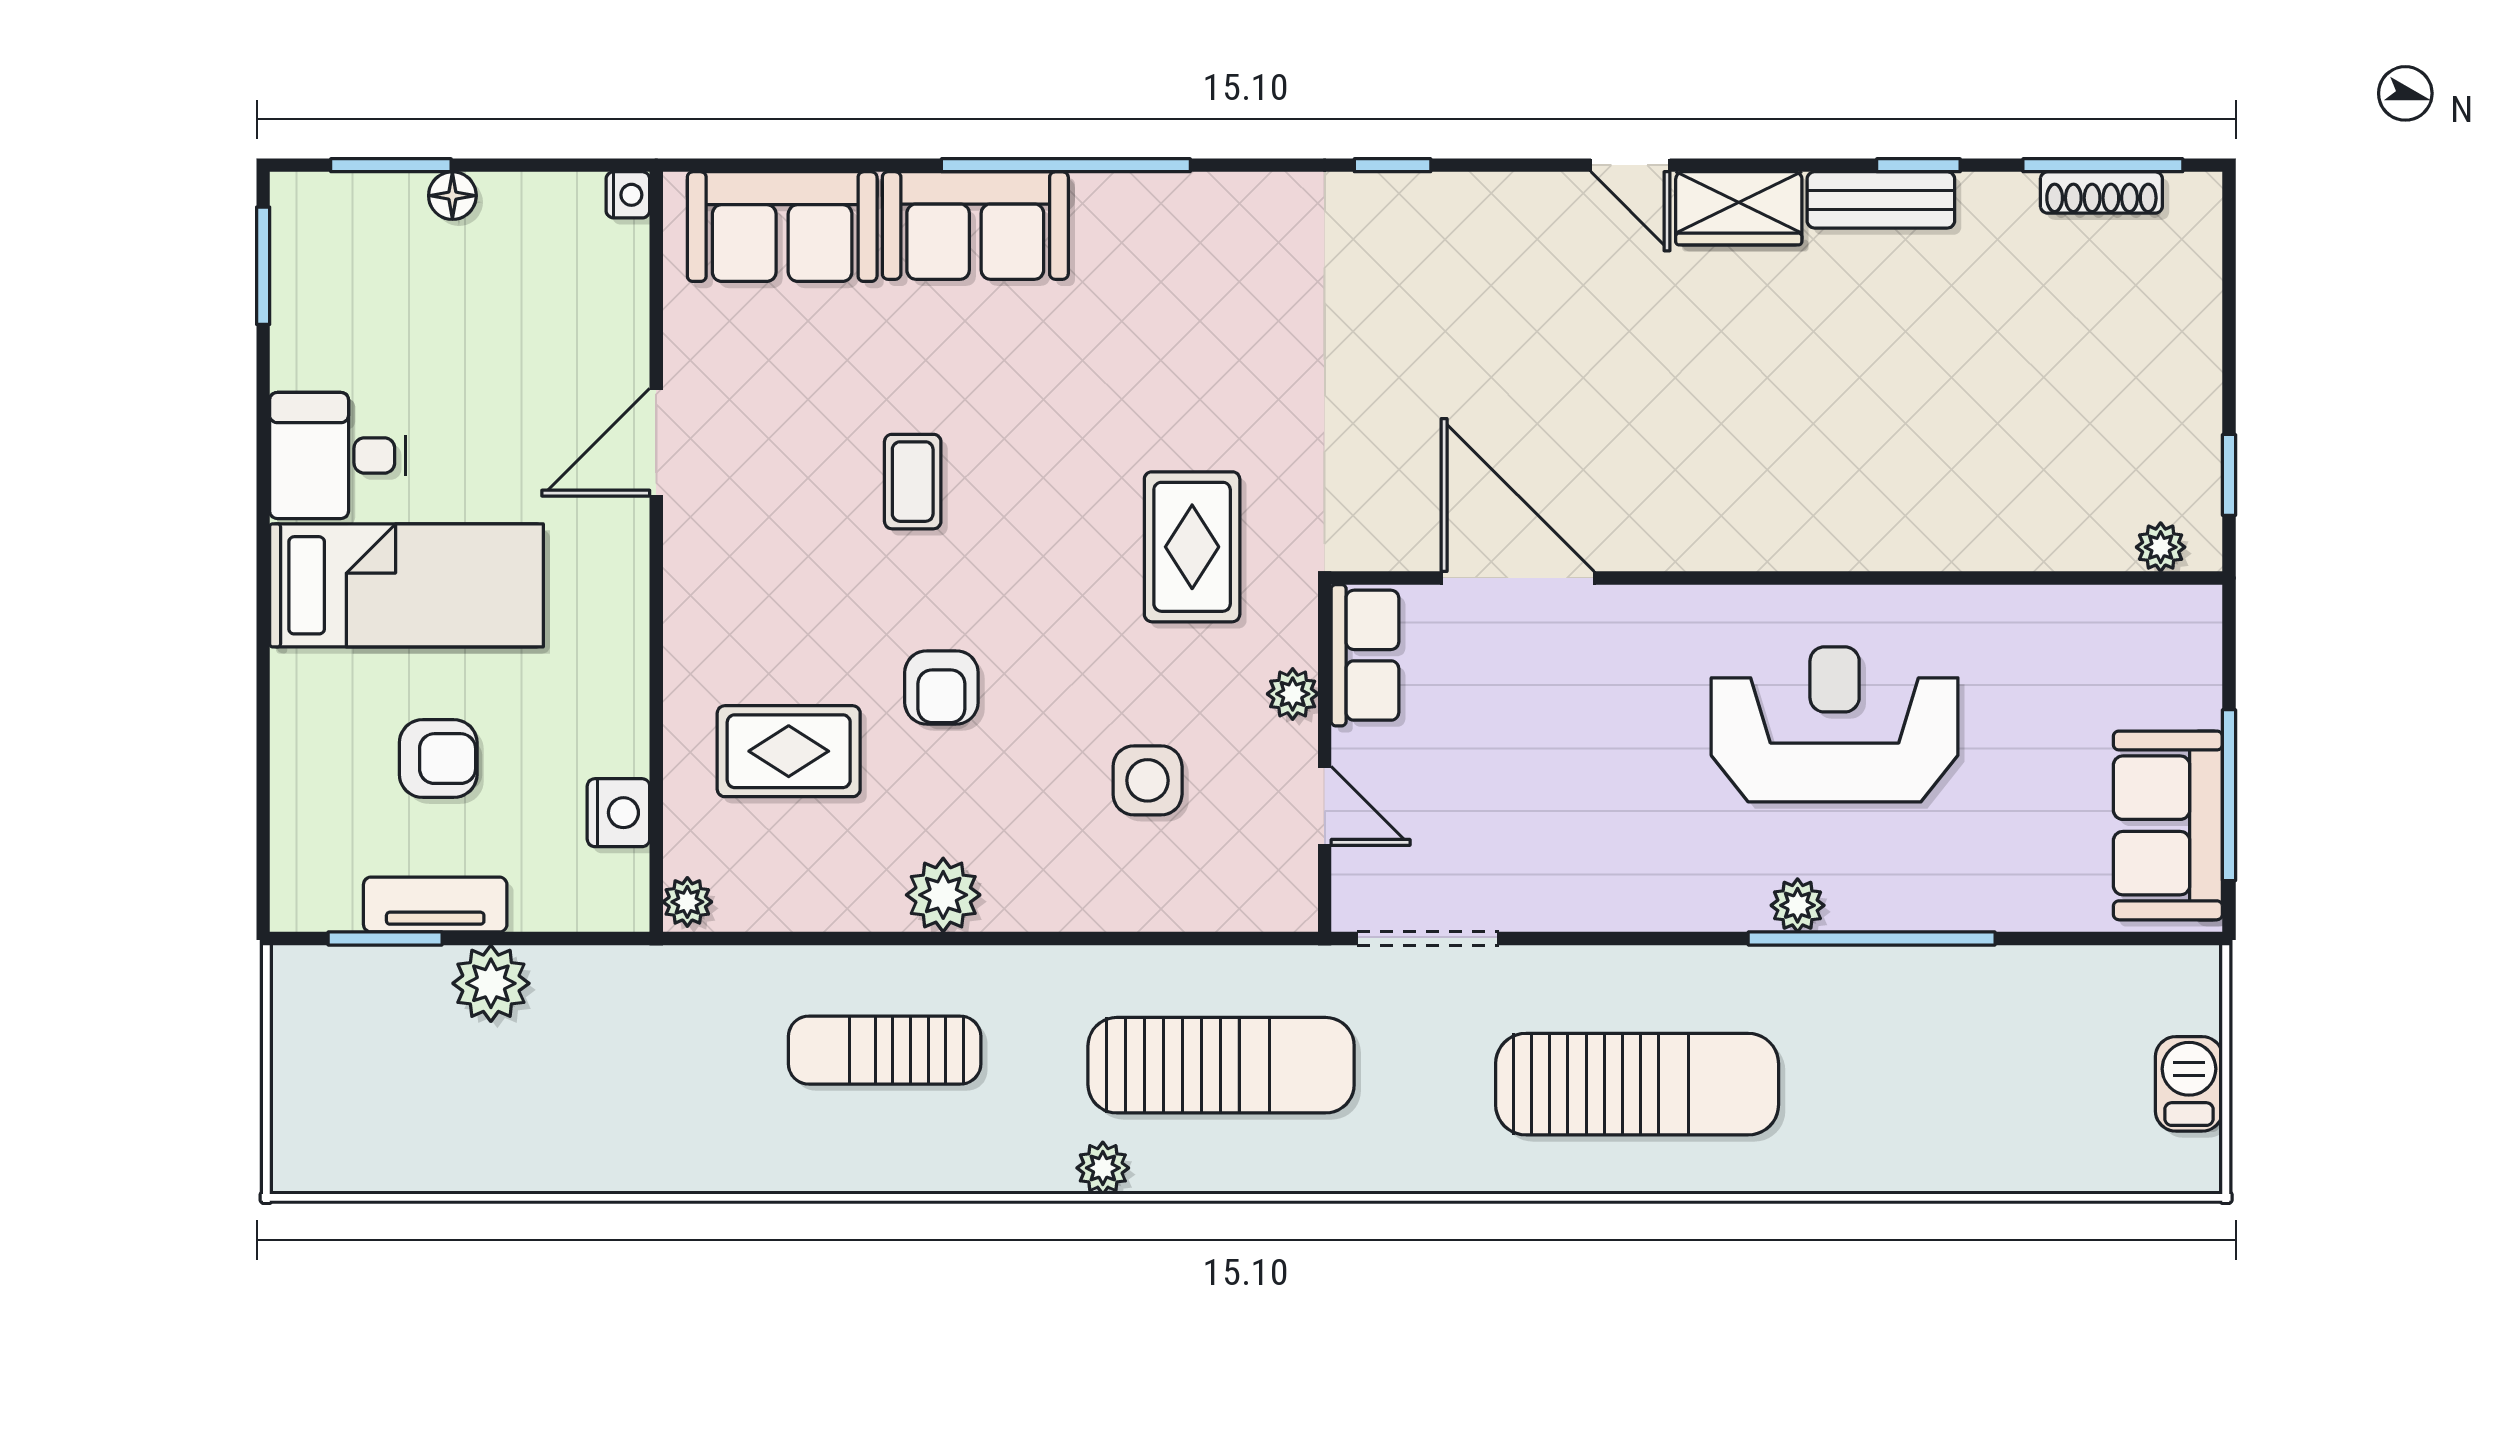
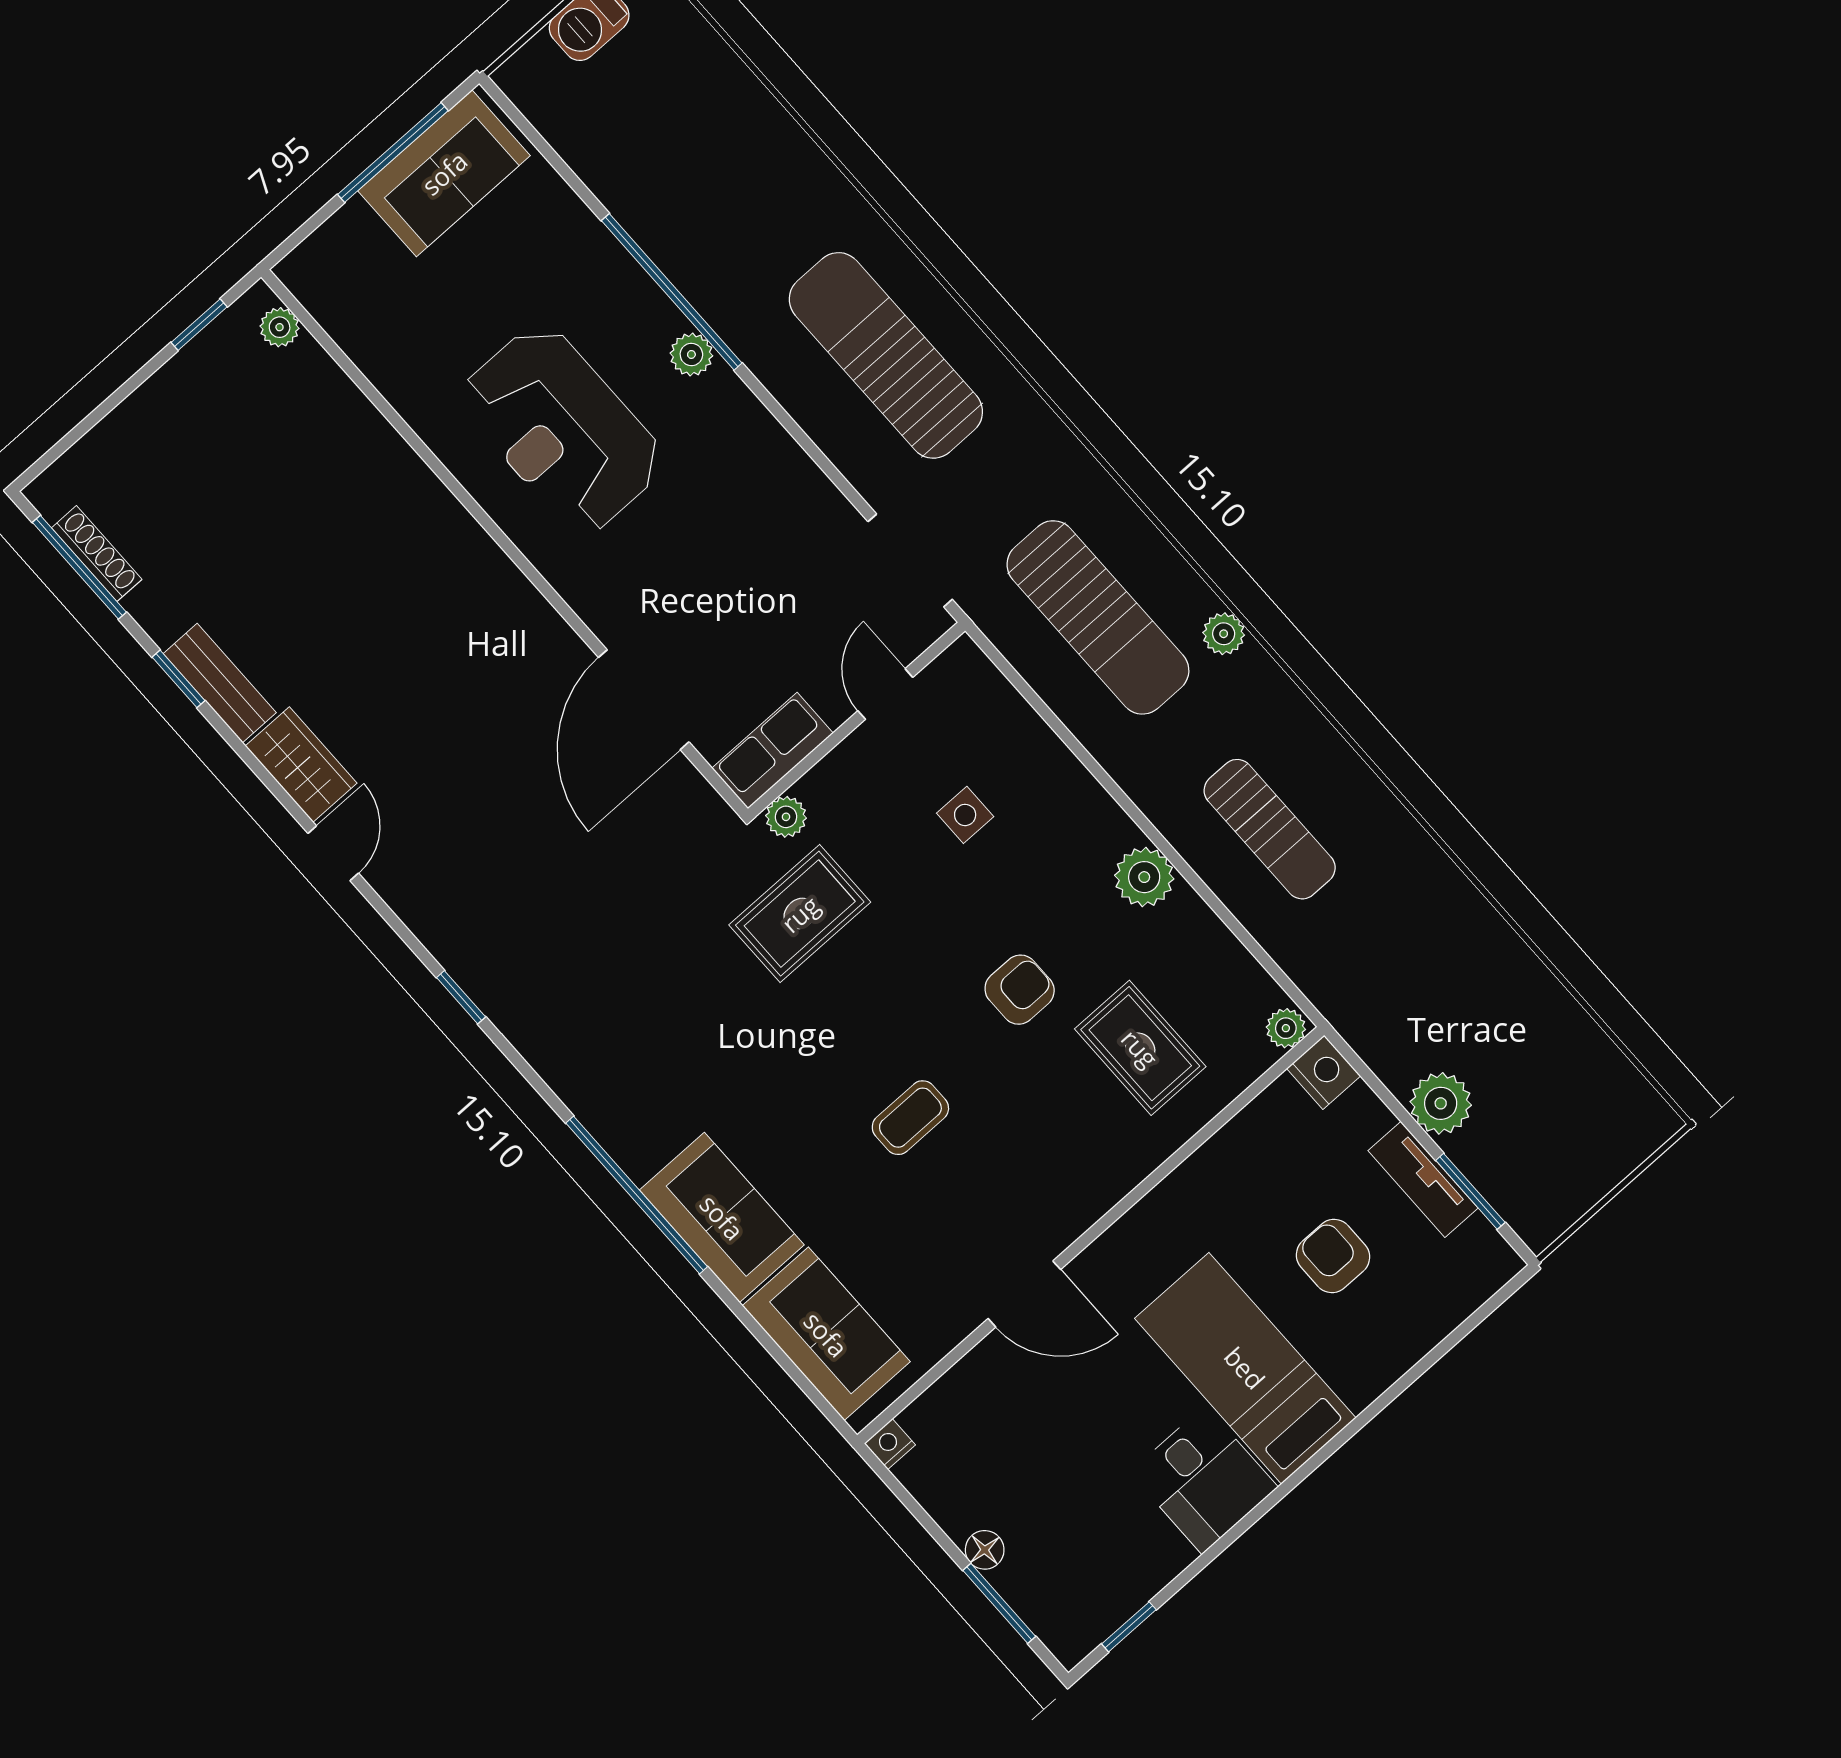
window: (263, 266) -> (1129, 1627), width x0.67
plant: (1293, 694) -> (786, 817), moved
side table: (1148, 780) -> (965, 815), width x0.73, depth x0.73
nightstand: (618, 813) -> (1324, 1072), moved, turned 90
sun lounger: (1221, 1065) -> (1098, 617), turned 180

